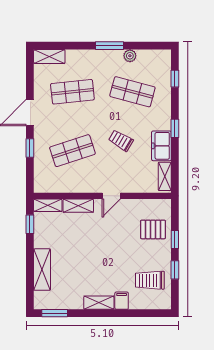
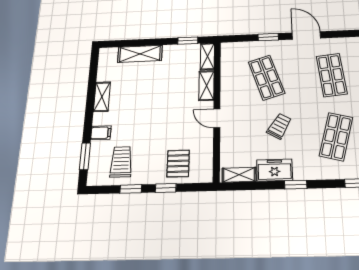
shelving: (99, 303) -> (102, 97), moved
window: (55, 313) -> (85, 156), moved

